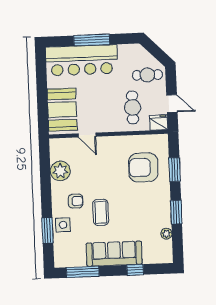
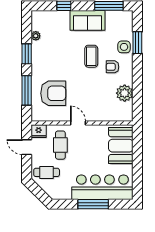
door: (87, 135) -> (78, 123), moved
window: (175, 170) -> (27, 90), width x1.44
sofa: (114, 254) -> (87, 20), width x0.73

